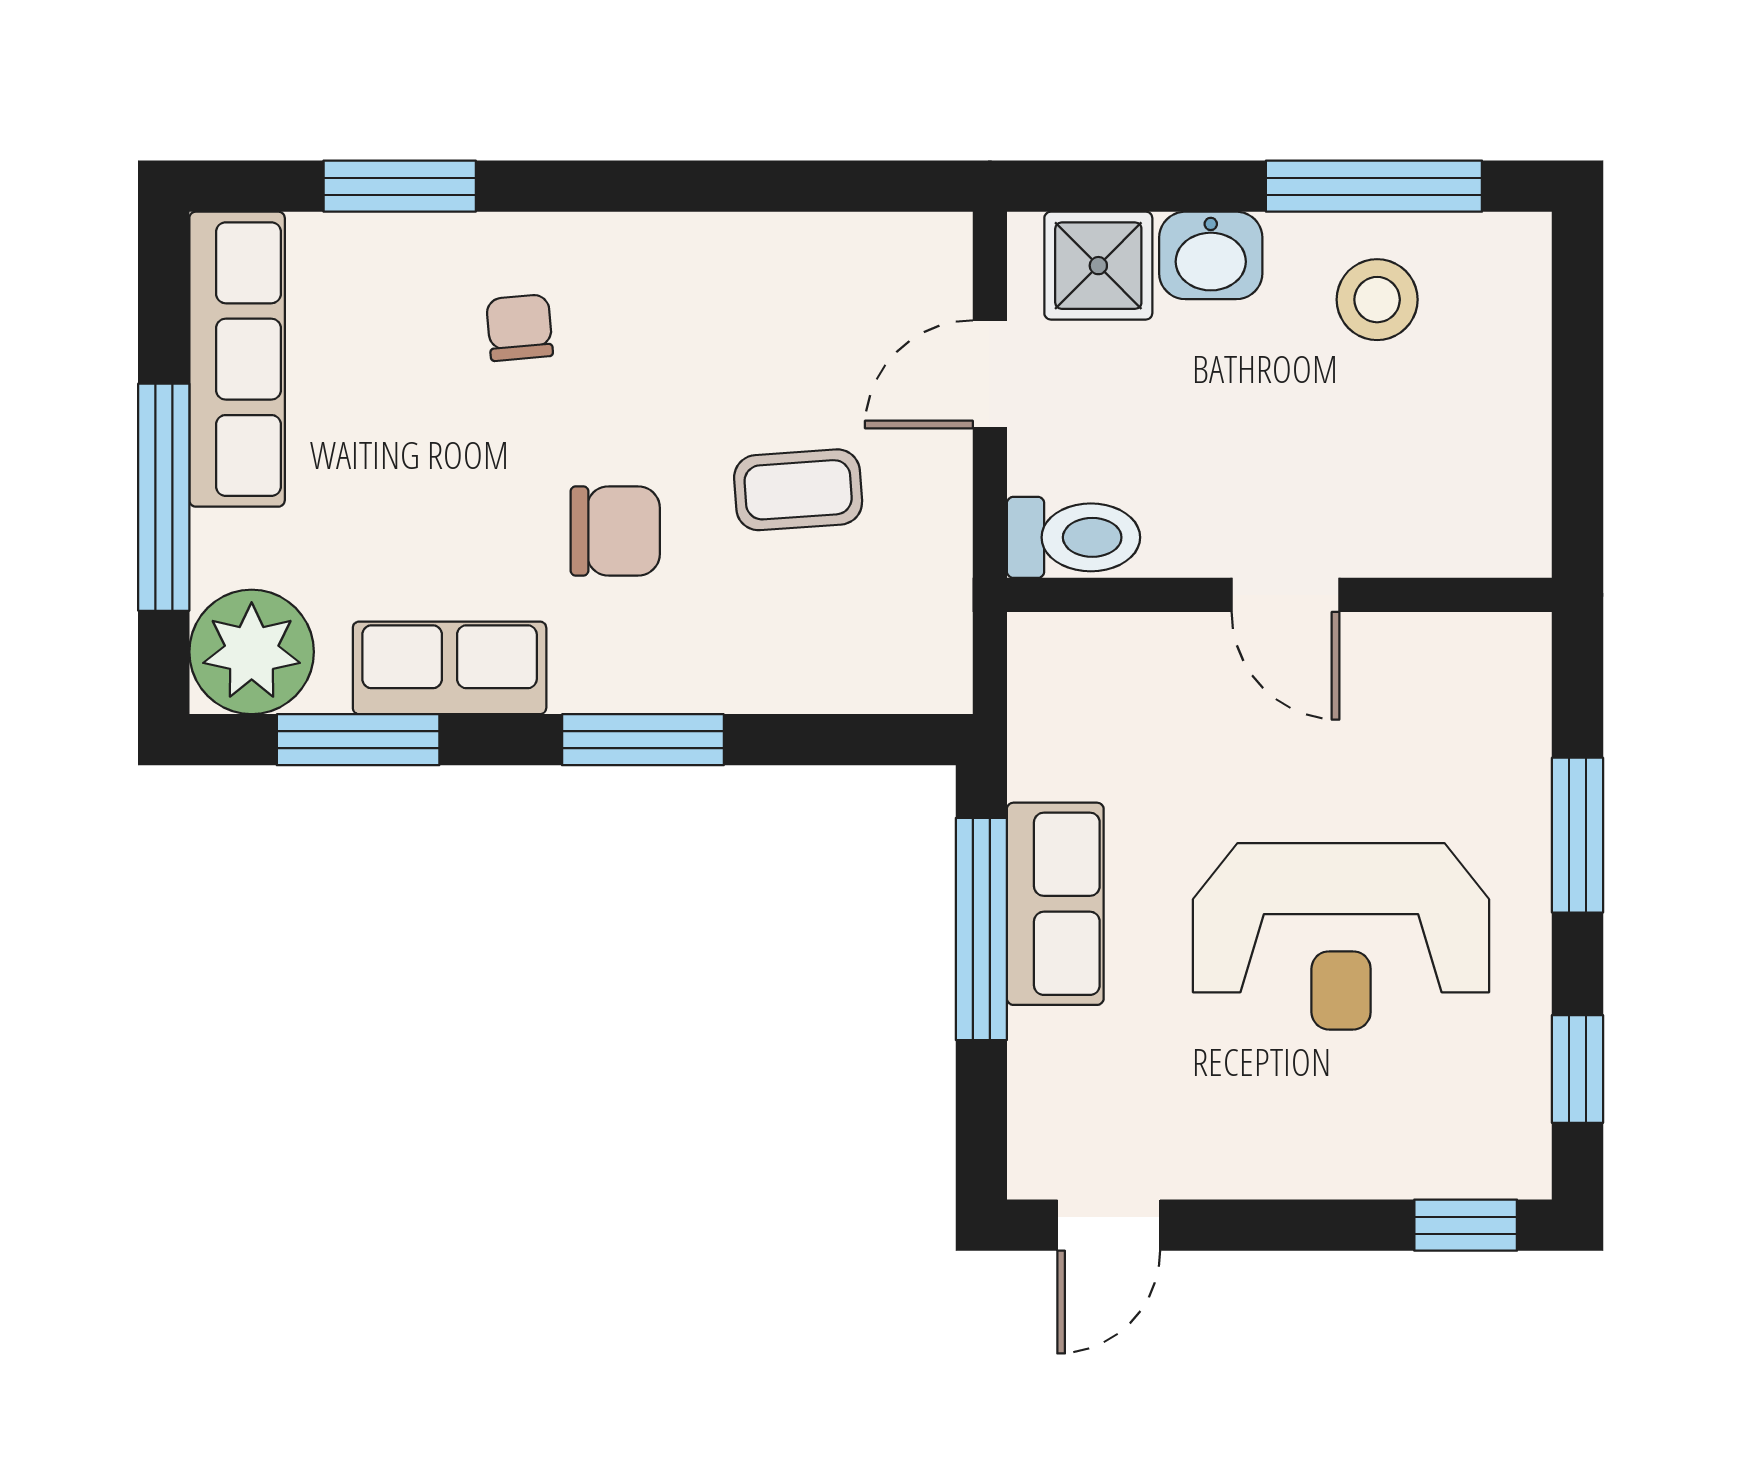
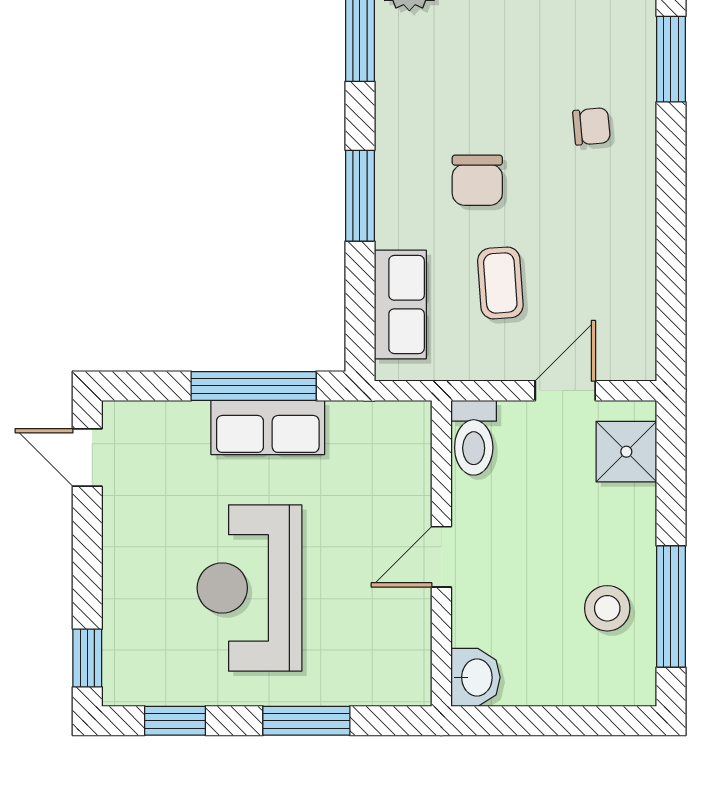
washbasin: (1211, 255) -> (475, 677), moved, turned 180
door: (990, 374) -> (565, 391), hinge flipped
row of seats: (450, 668) -> (400, 305), moved

